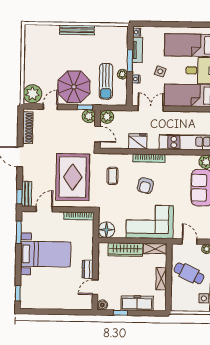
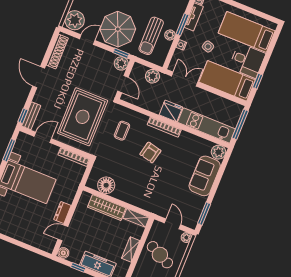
plant: (107, 117) -> (152, 76), moved
fridge: (138, 141) -> (171, 111), moved
corner sofa: (150, 222) -> (141, 190), removed
floor lamp: (106, 230) -> (106, 185), moved

